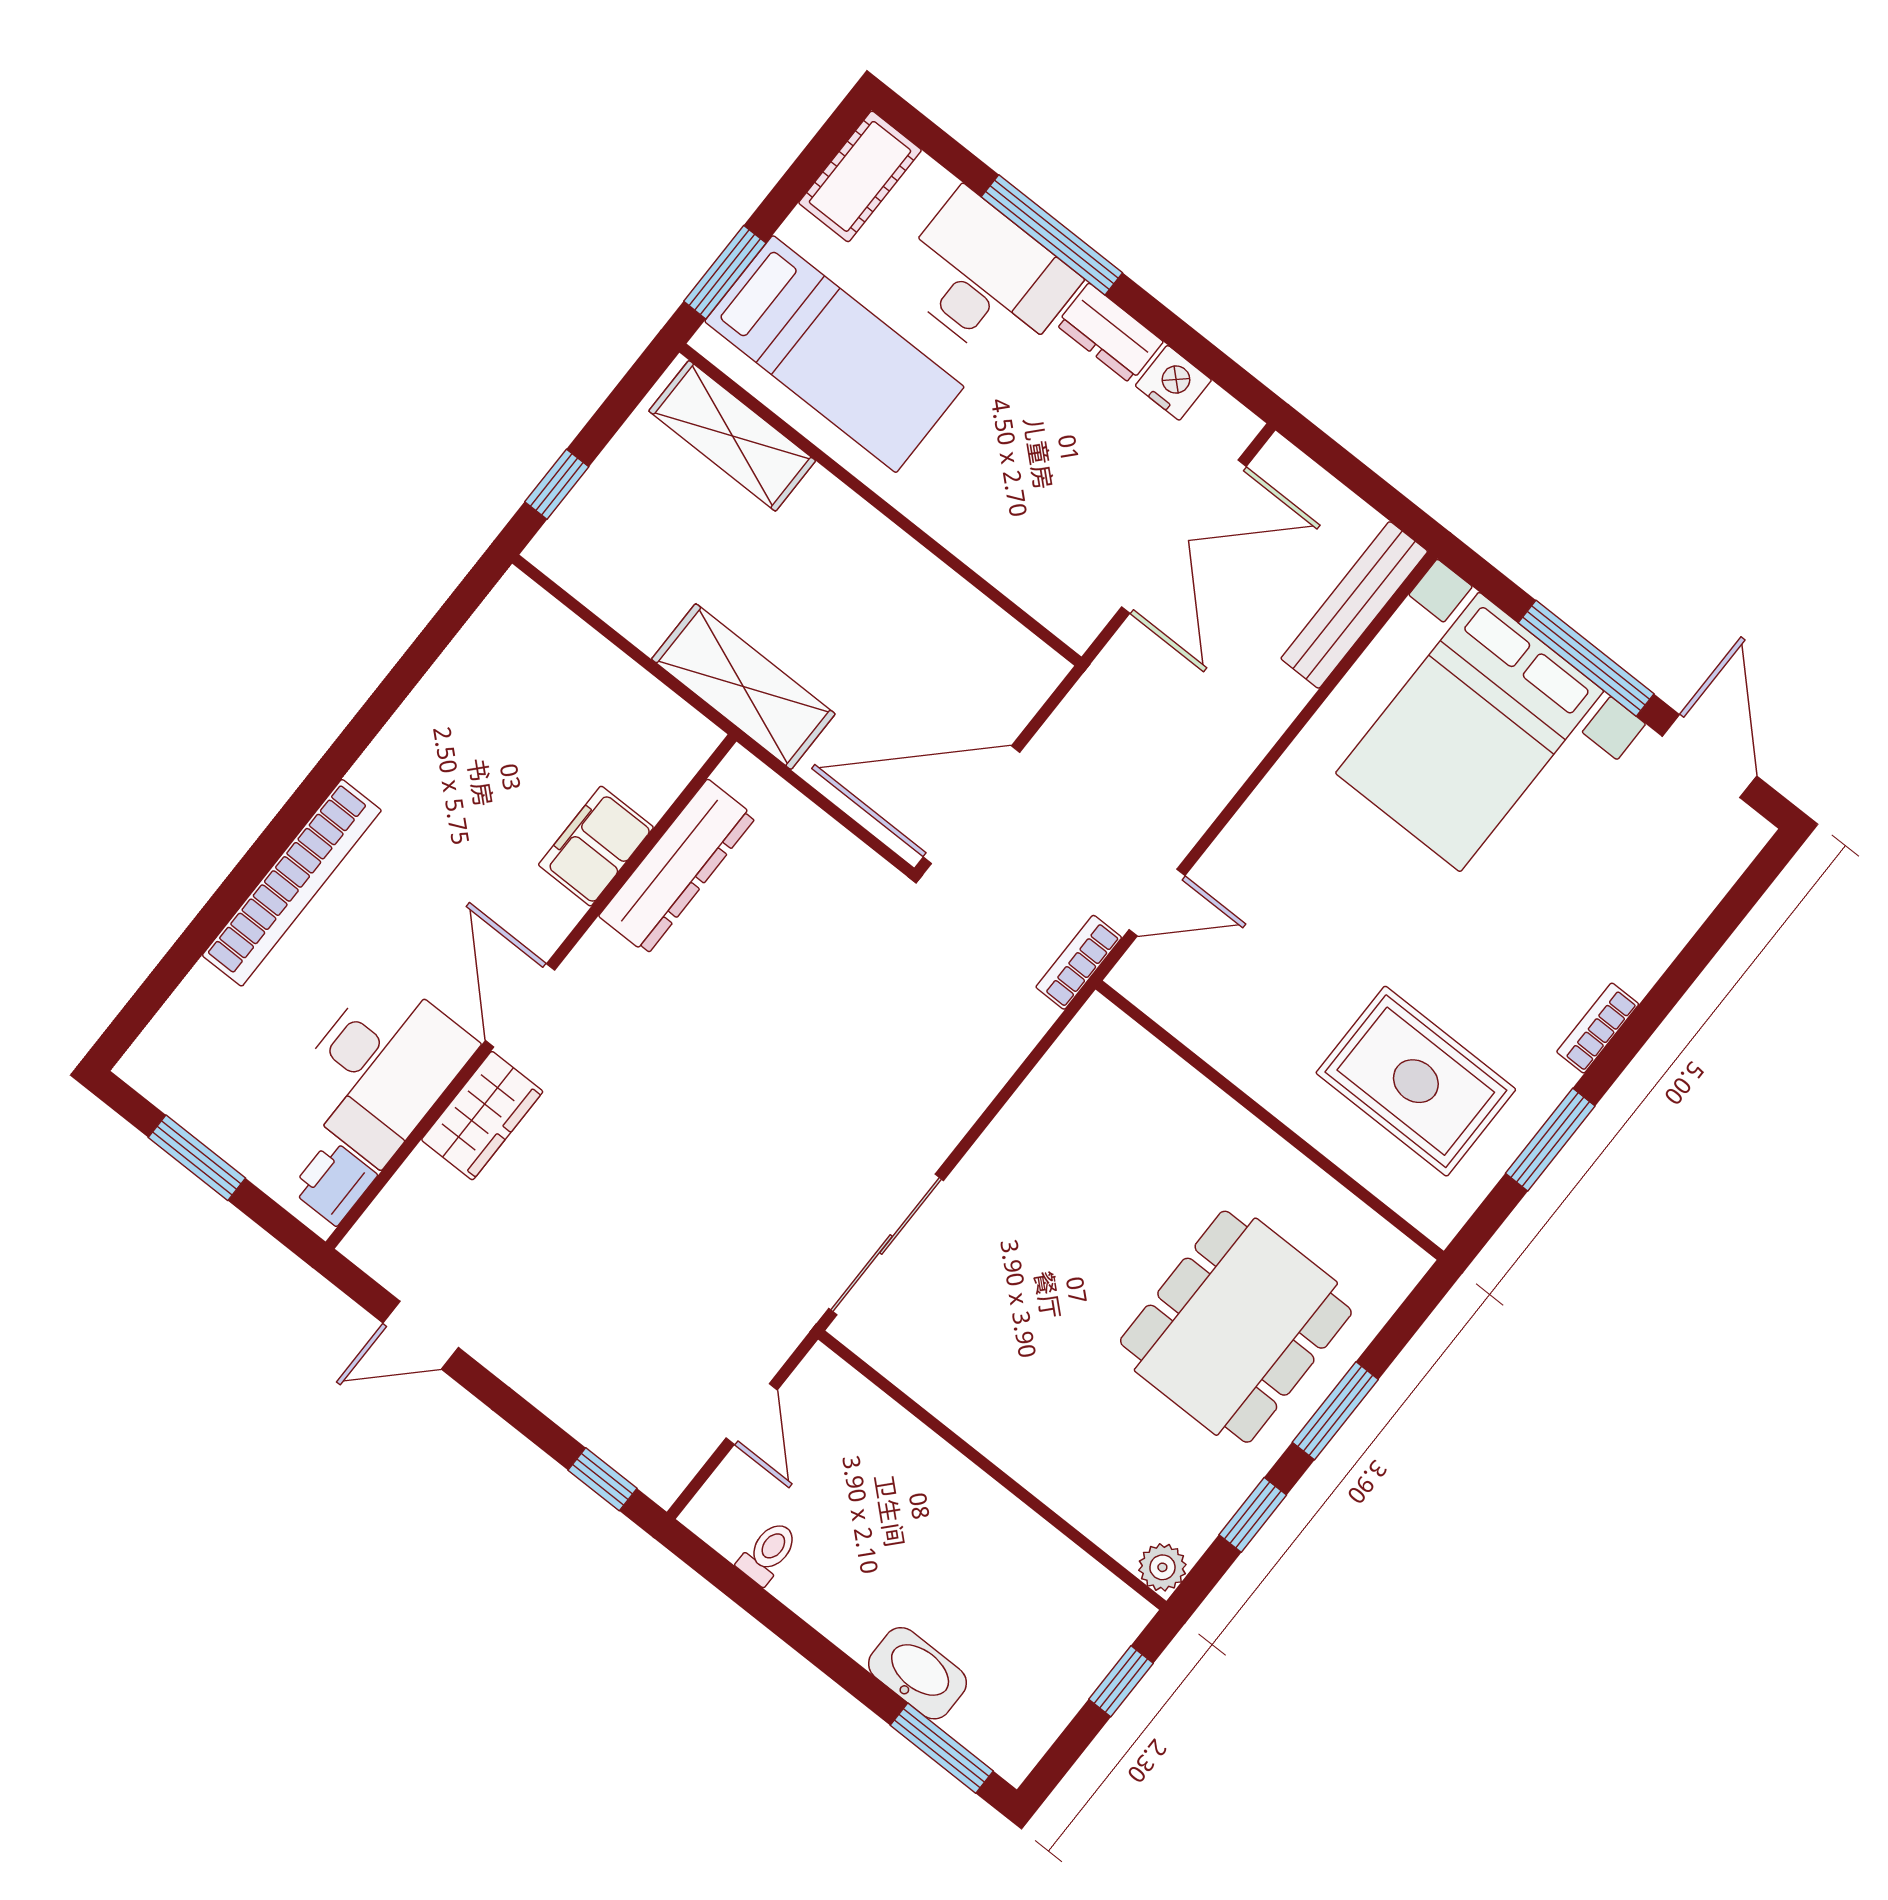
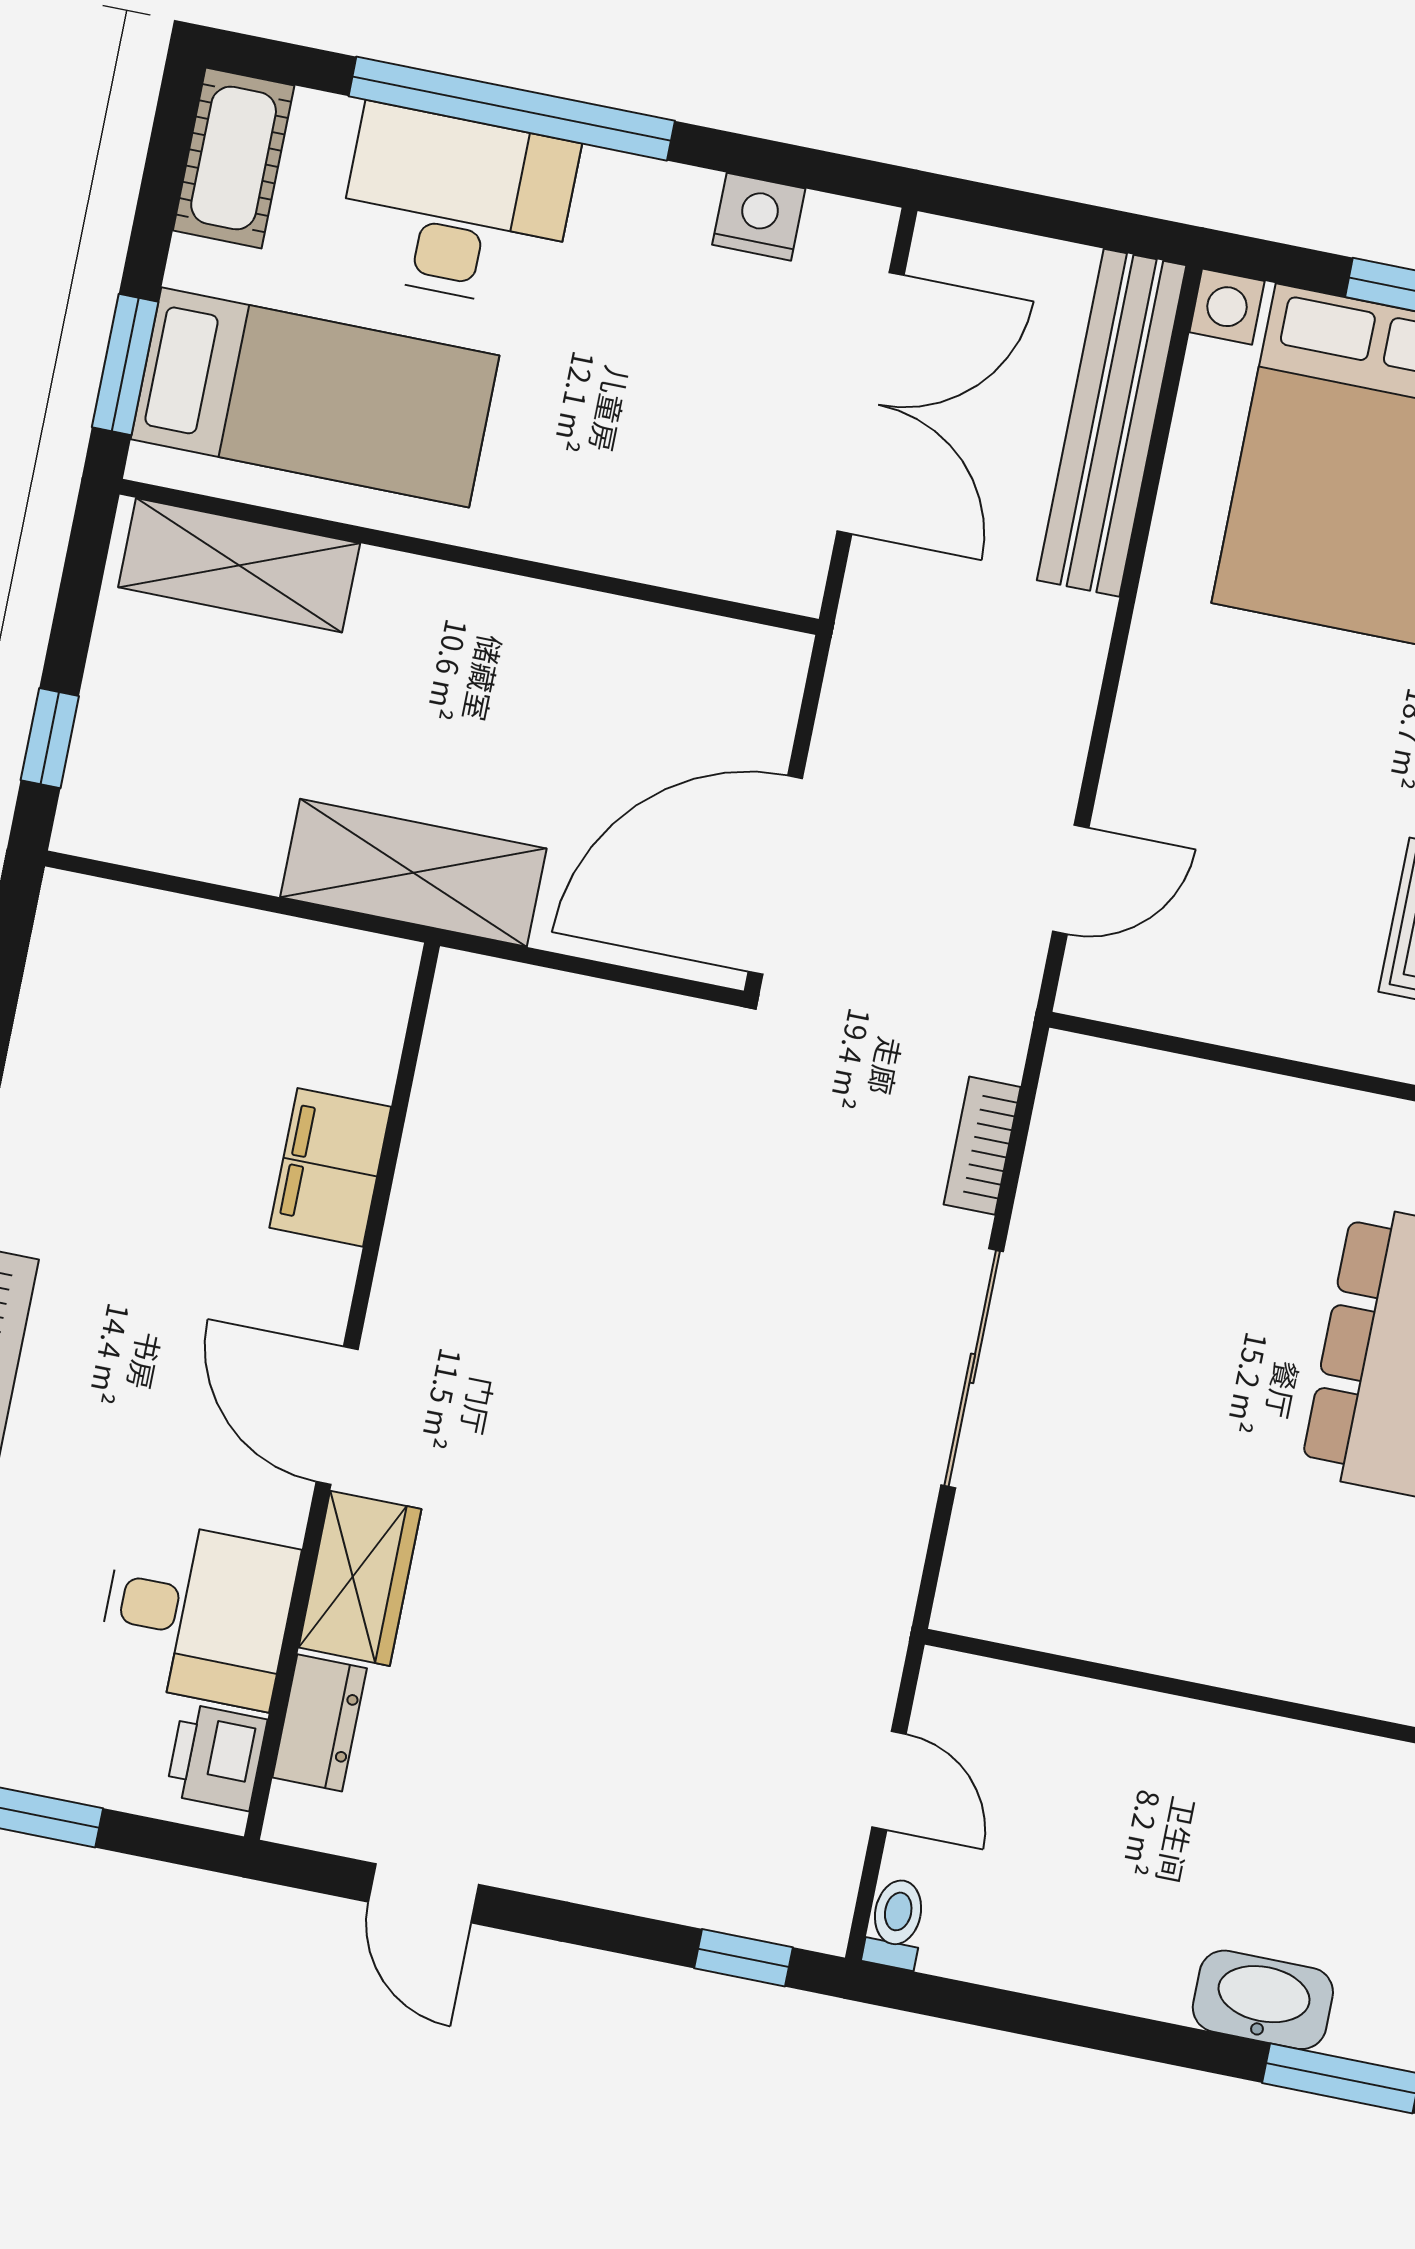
window: (1052, 235) -> (512, 109), width x1.46
dresser: (1110, 333) -> (647, 195), removed
bench: (1354, 605) -> (1112, 423), width x1.37, depth x1.21
dresser: (677, 867) -> (320, 1723), moved, width x0.51, depth x0.80
bookcase: (1079, 962) -> (982, 1146), moved
desk: (382, 1068) -> (197, 1614), width x0.73
sliding door: (886, 1244) -> (972, 1368), moved
door: (421, 1335) -> (423, 1893), hinge flipped
toilet: (768, 1553) -> (896, 1923), moved

